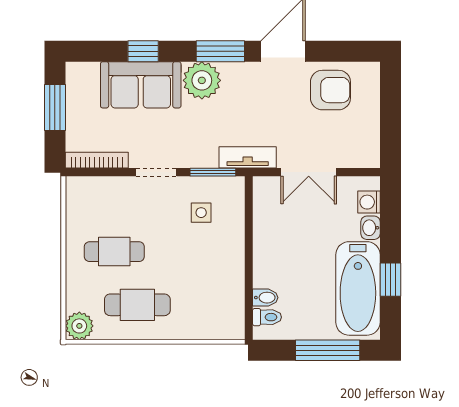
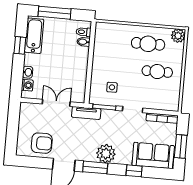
sofa: (141, 85) -> (153, 155), moved
armchair: (330, 90) -> (42, 143), turned 180
bathtub: (358, 288) -> (34, 36), width x0.73, depth x0.73

